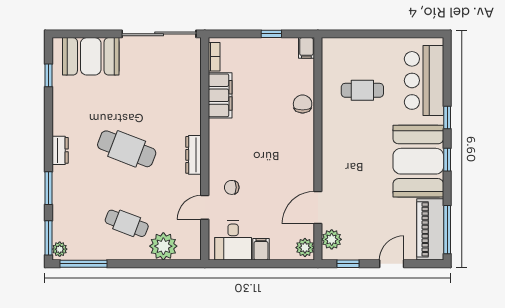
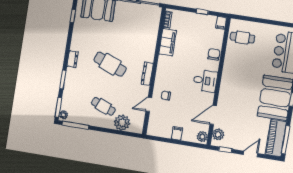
cafe table: (362, 90) -> (242, 38), moved
desk: (233, 240) -> (205, 81), moved, turned -90

